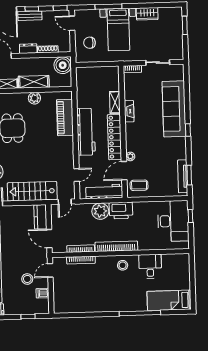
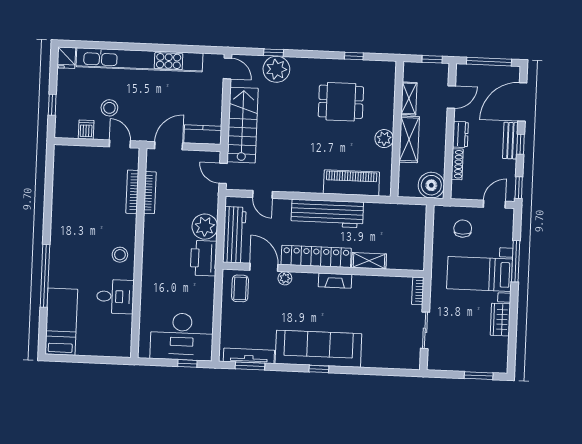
sofa: (174, 109) -> (318, 349), moved
fireplace: (129, 111) -> (335, 281), moved
bookcase: (116, 246) -> (150, 247), removed

